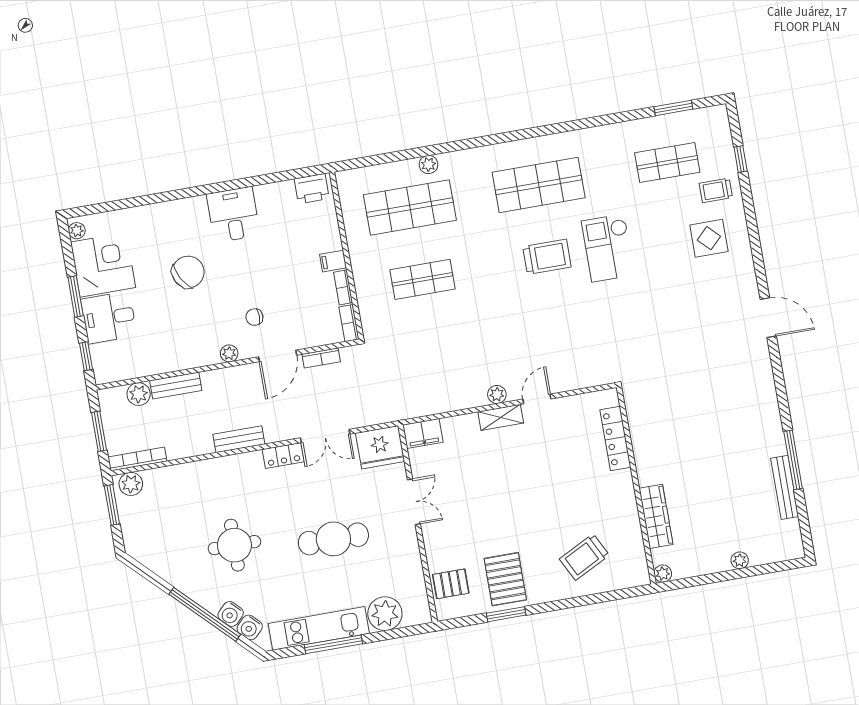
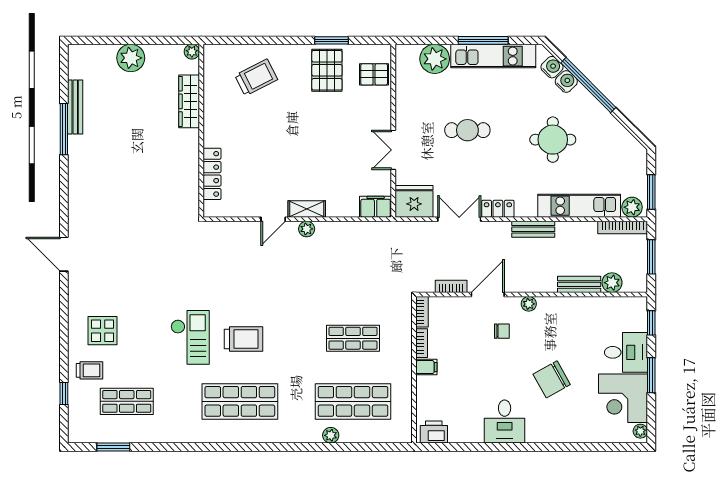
trolley: (547, 257) -> (243, 339), turned 180
kitchen unit: (191, 475) -> (579, 206), added
cafe table: (333, 539) -> (467, 130), width x0.73, depth x0.74
plant: (740, 560) -> (131, 58), width x1.87, depth x1.87

